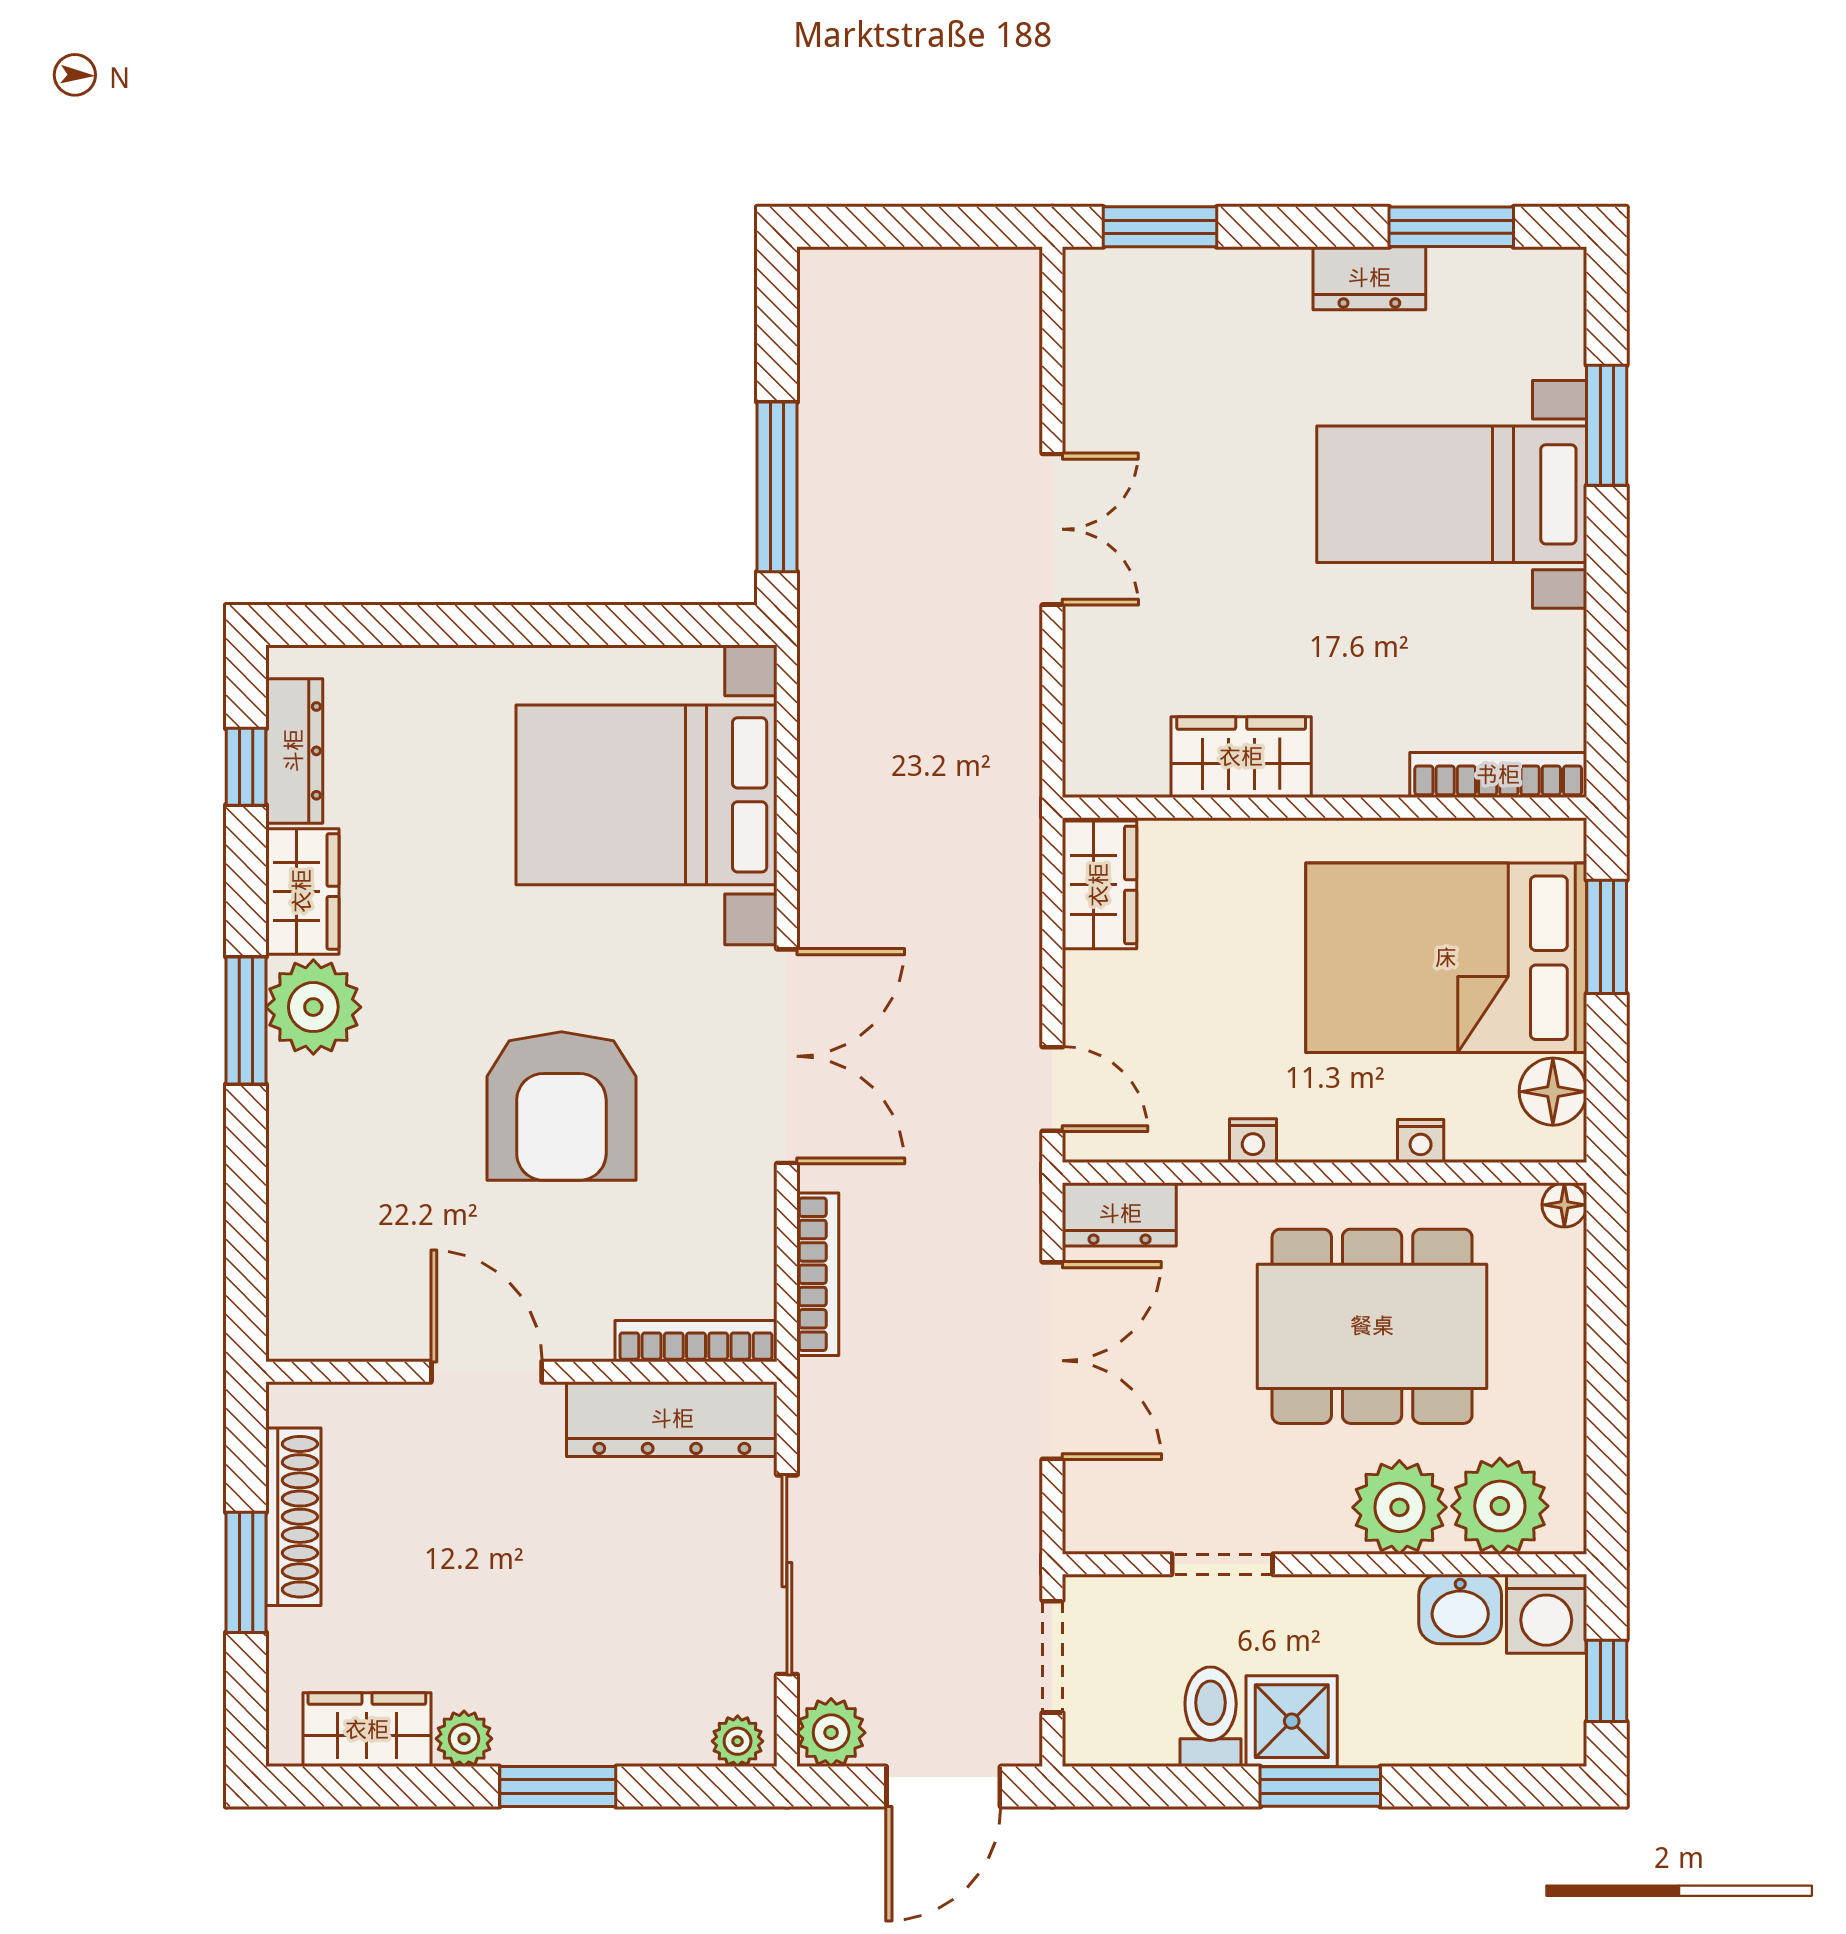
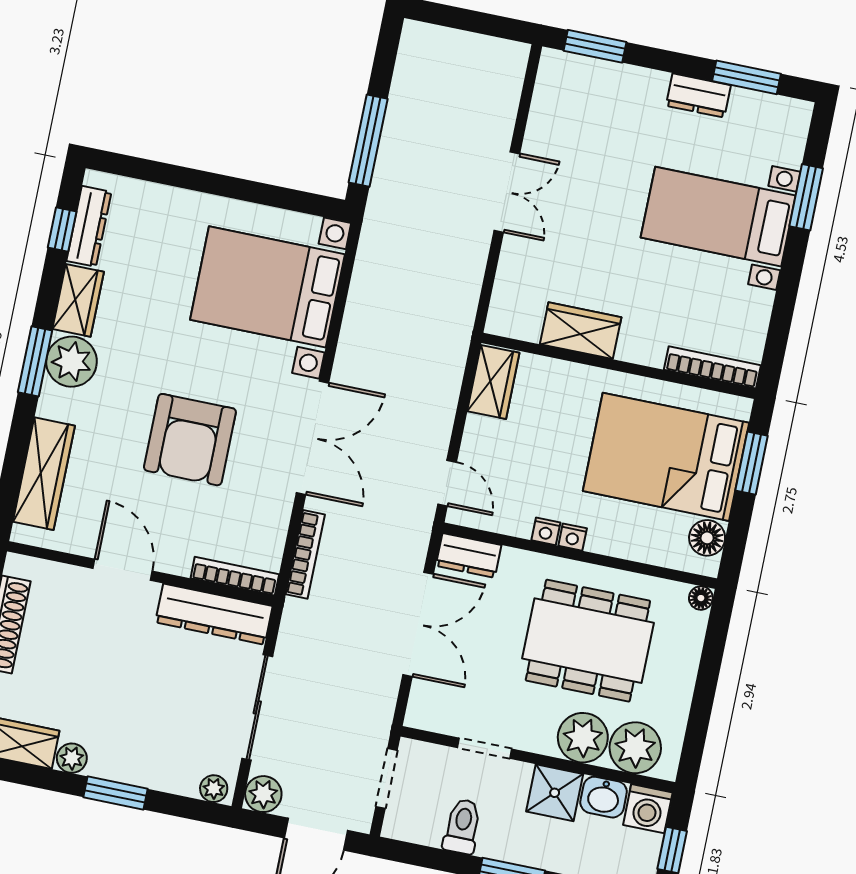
nightstand: (1421, 1141) -> (573, 537), moved
wardrobe: (305, 1224) -> (44, 474), added
shower: (1292, 1721) -> (555, 793), moved

